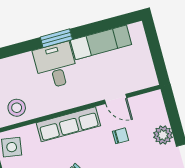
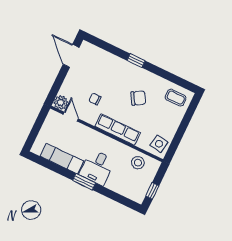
door: (116, 99) -> (71, 117), moved
plant: (163, 135) -> (61, 102), moved

